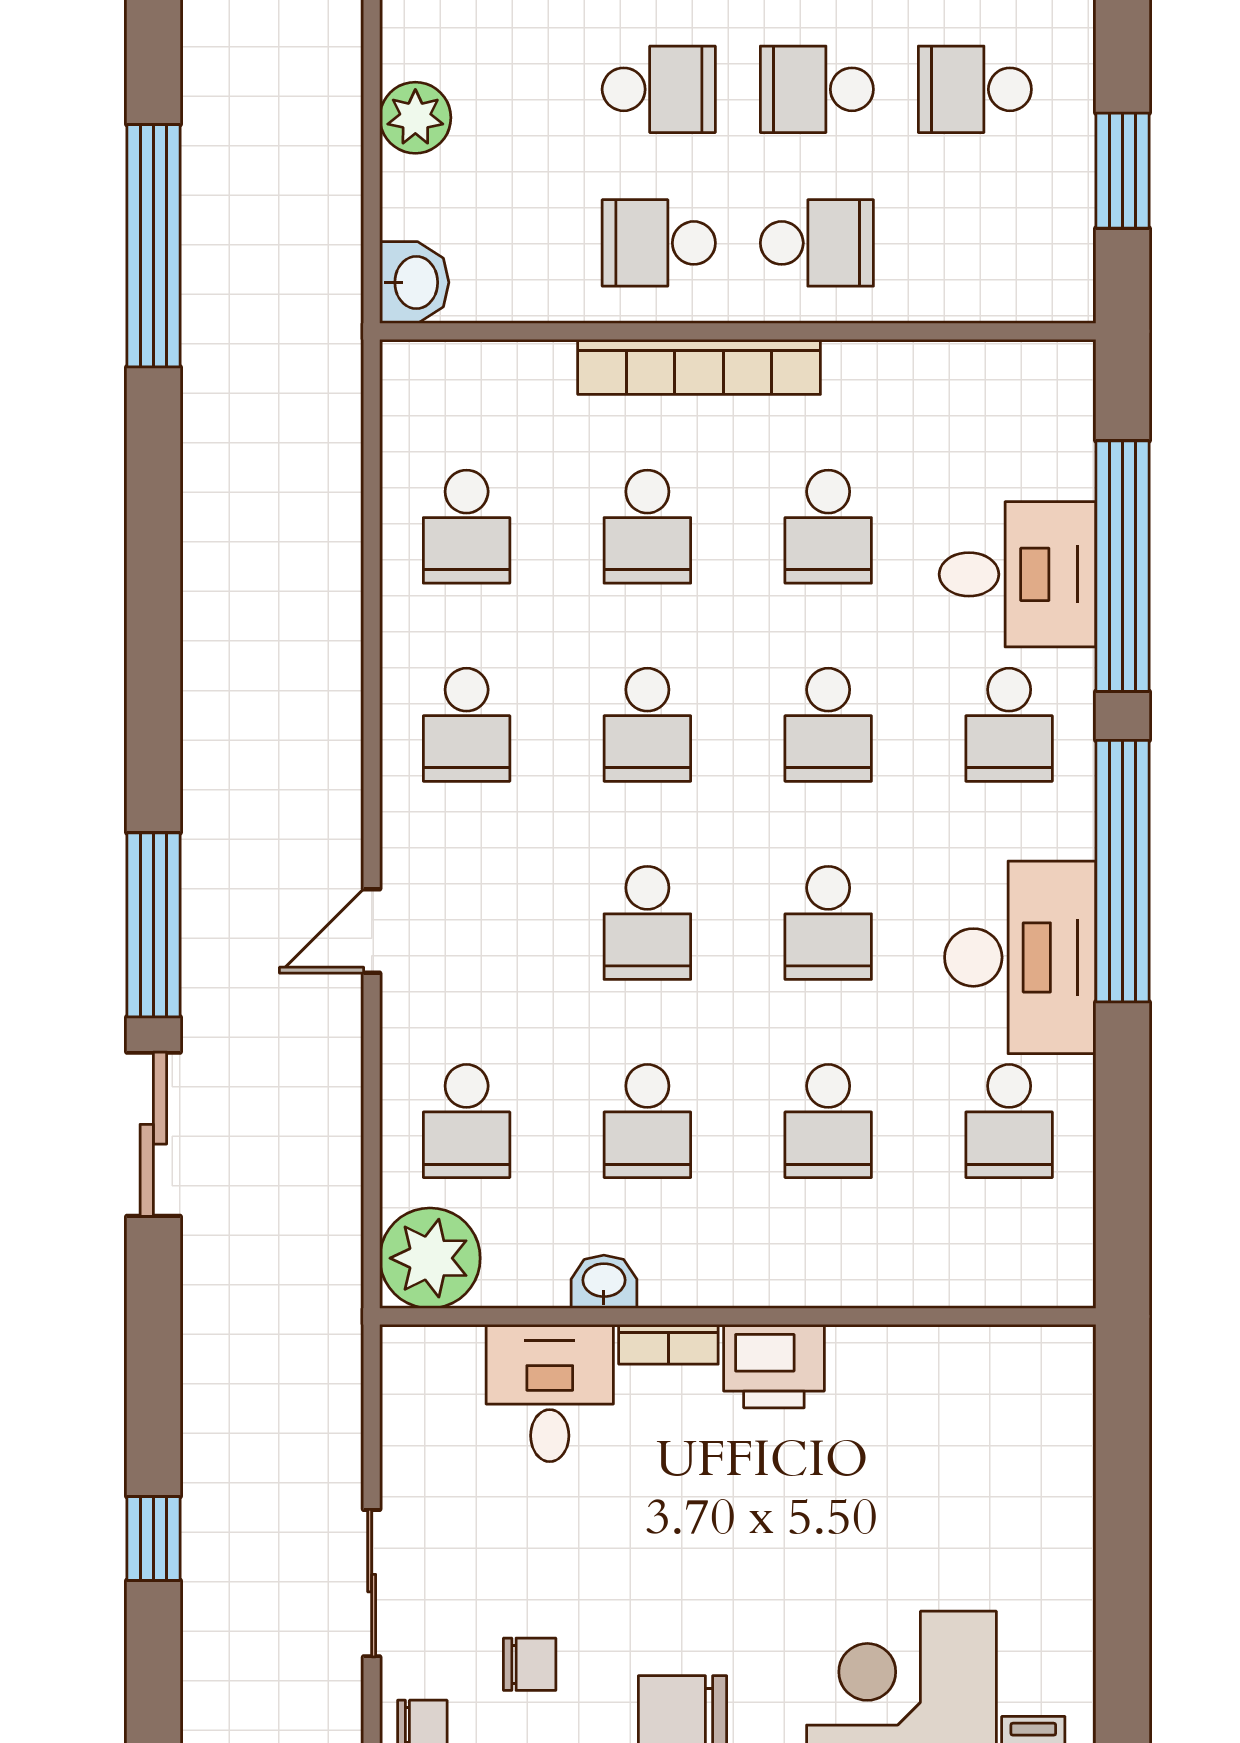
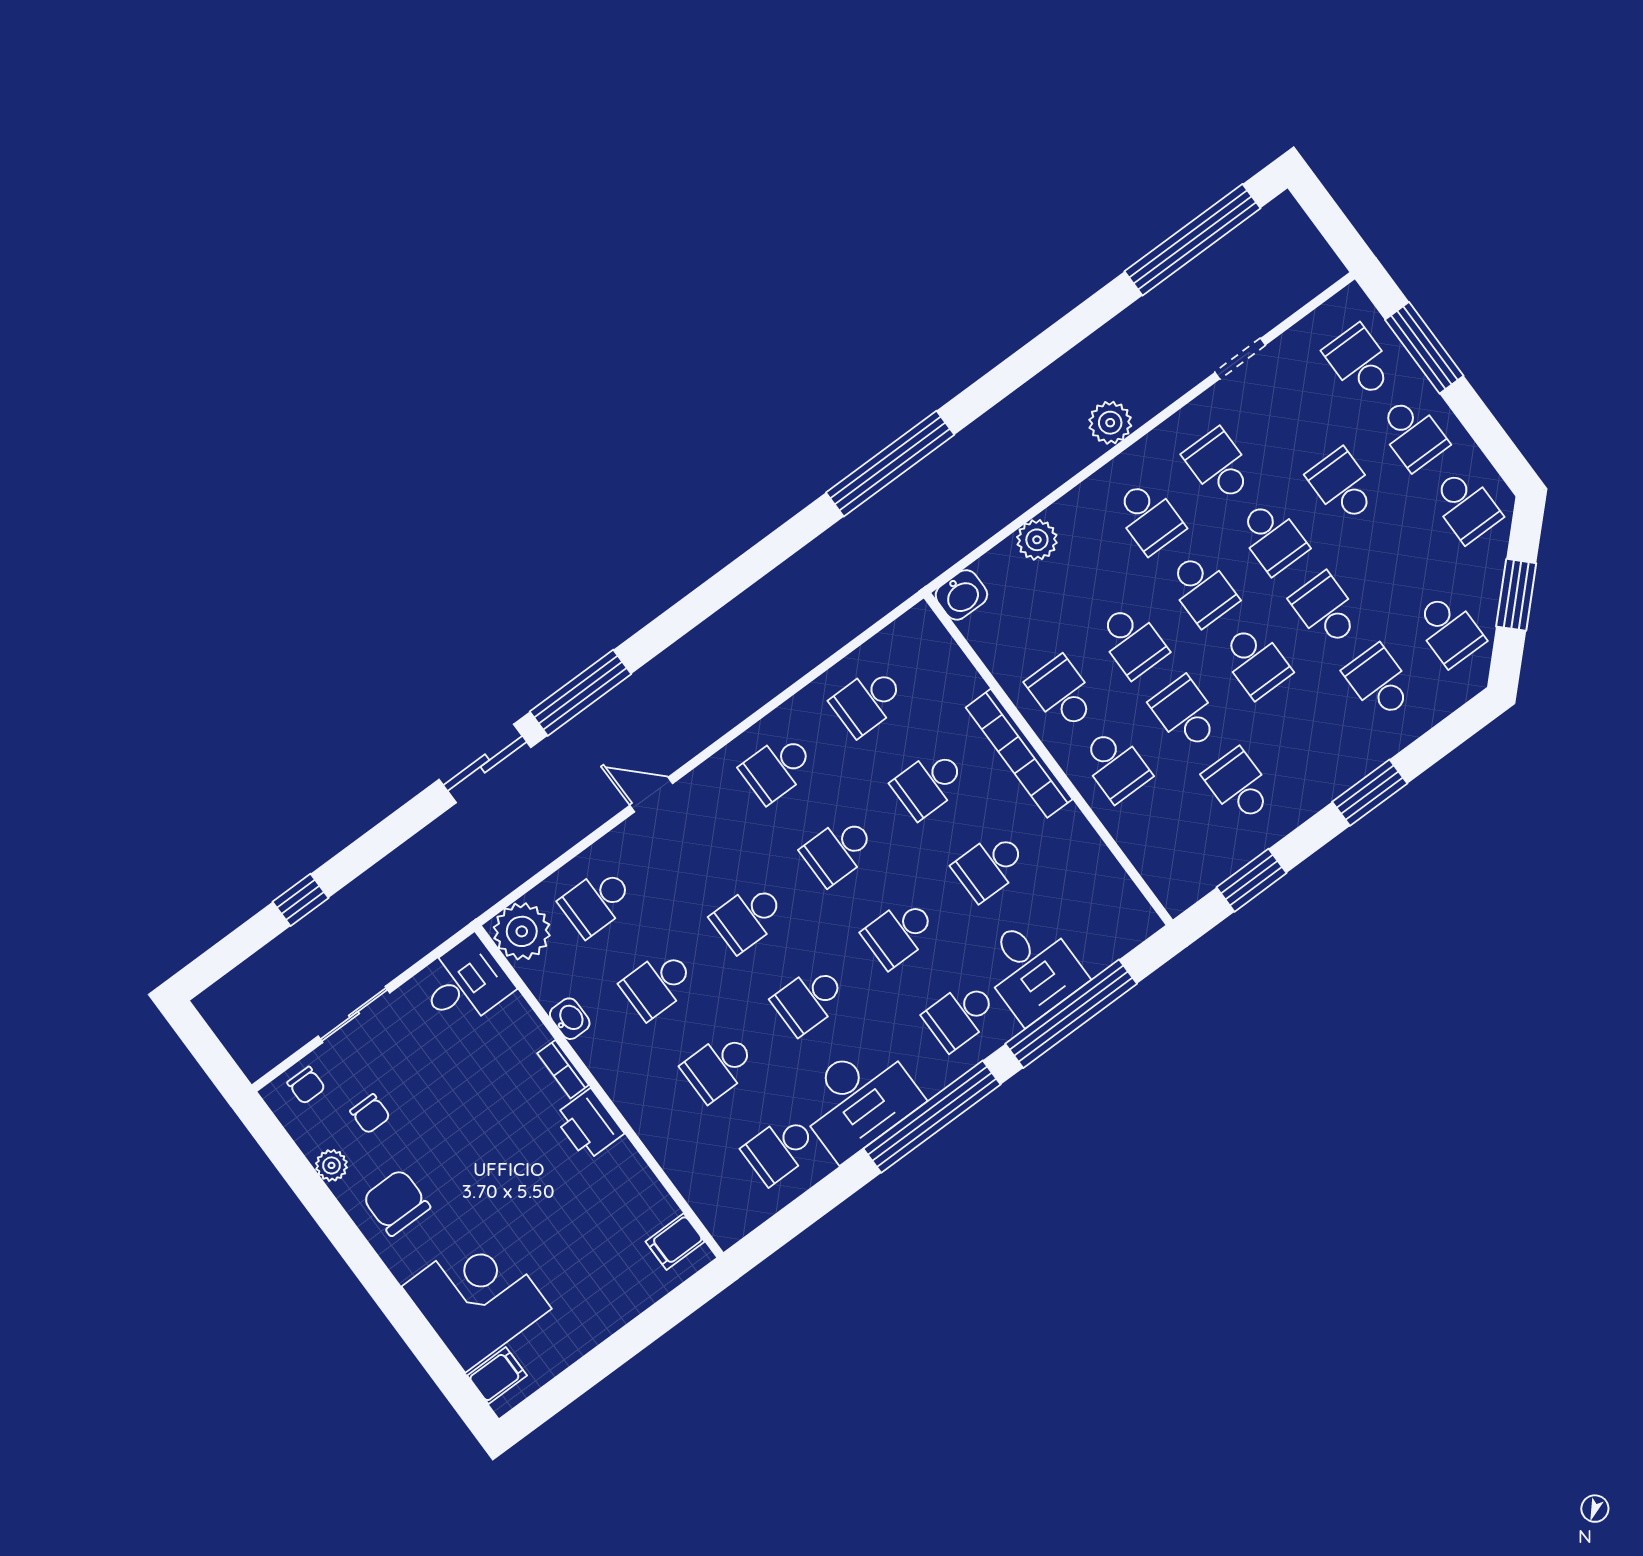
filing cabinet: (1030, 1366) -> (675, 1242), added
desk: (550, 1393) -> (465, 983), moved

